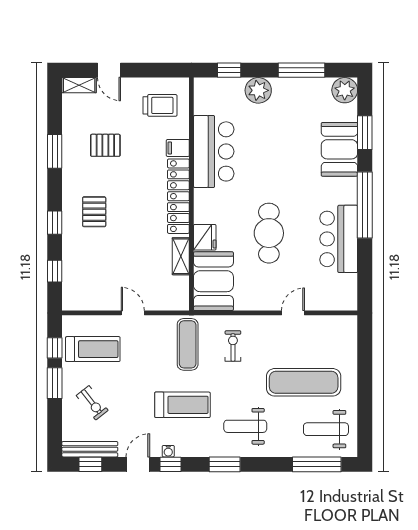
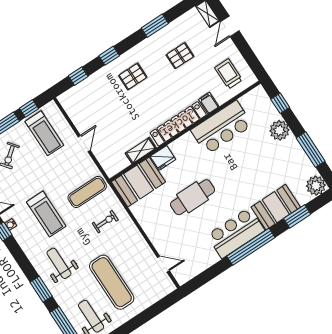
trolley: (160, 105) -> (229, 74), turned 180
pallet: (105, 145) -> (180, 56), turned 90
bar counter: (339, 239) -> (236, 233), moved
door: (293, 313) -> (163, 264), moved
window: (225, 464) -> (41, 289), moved

